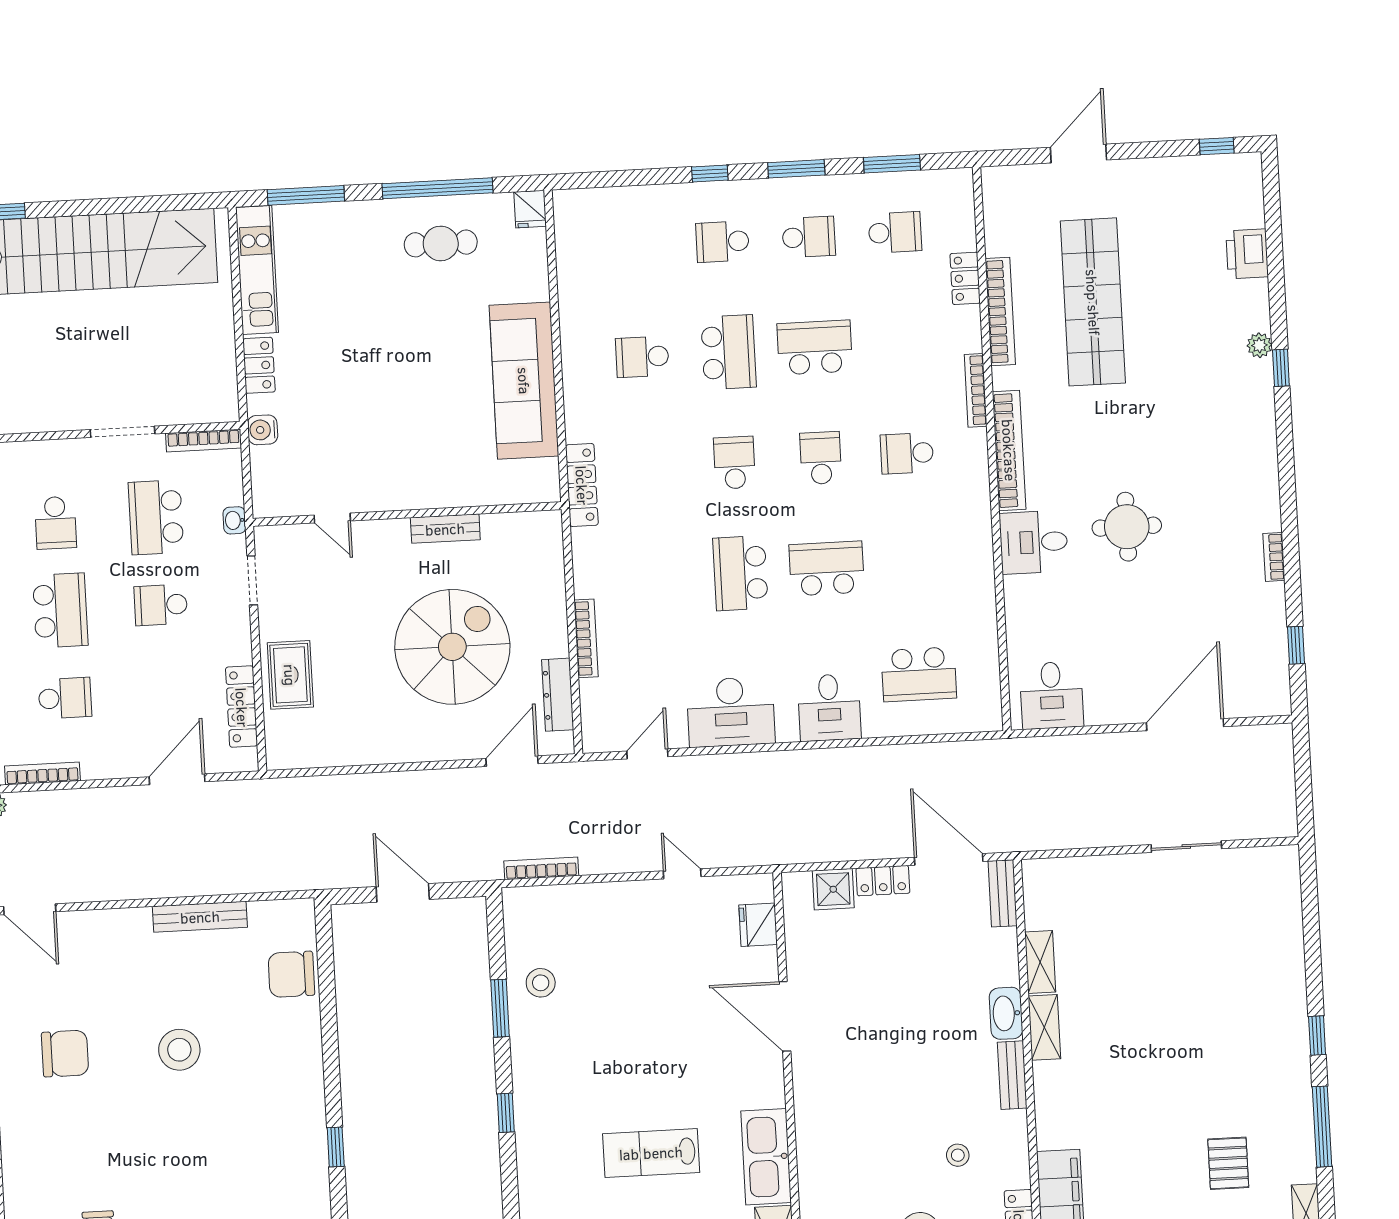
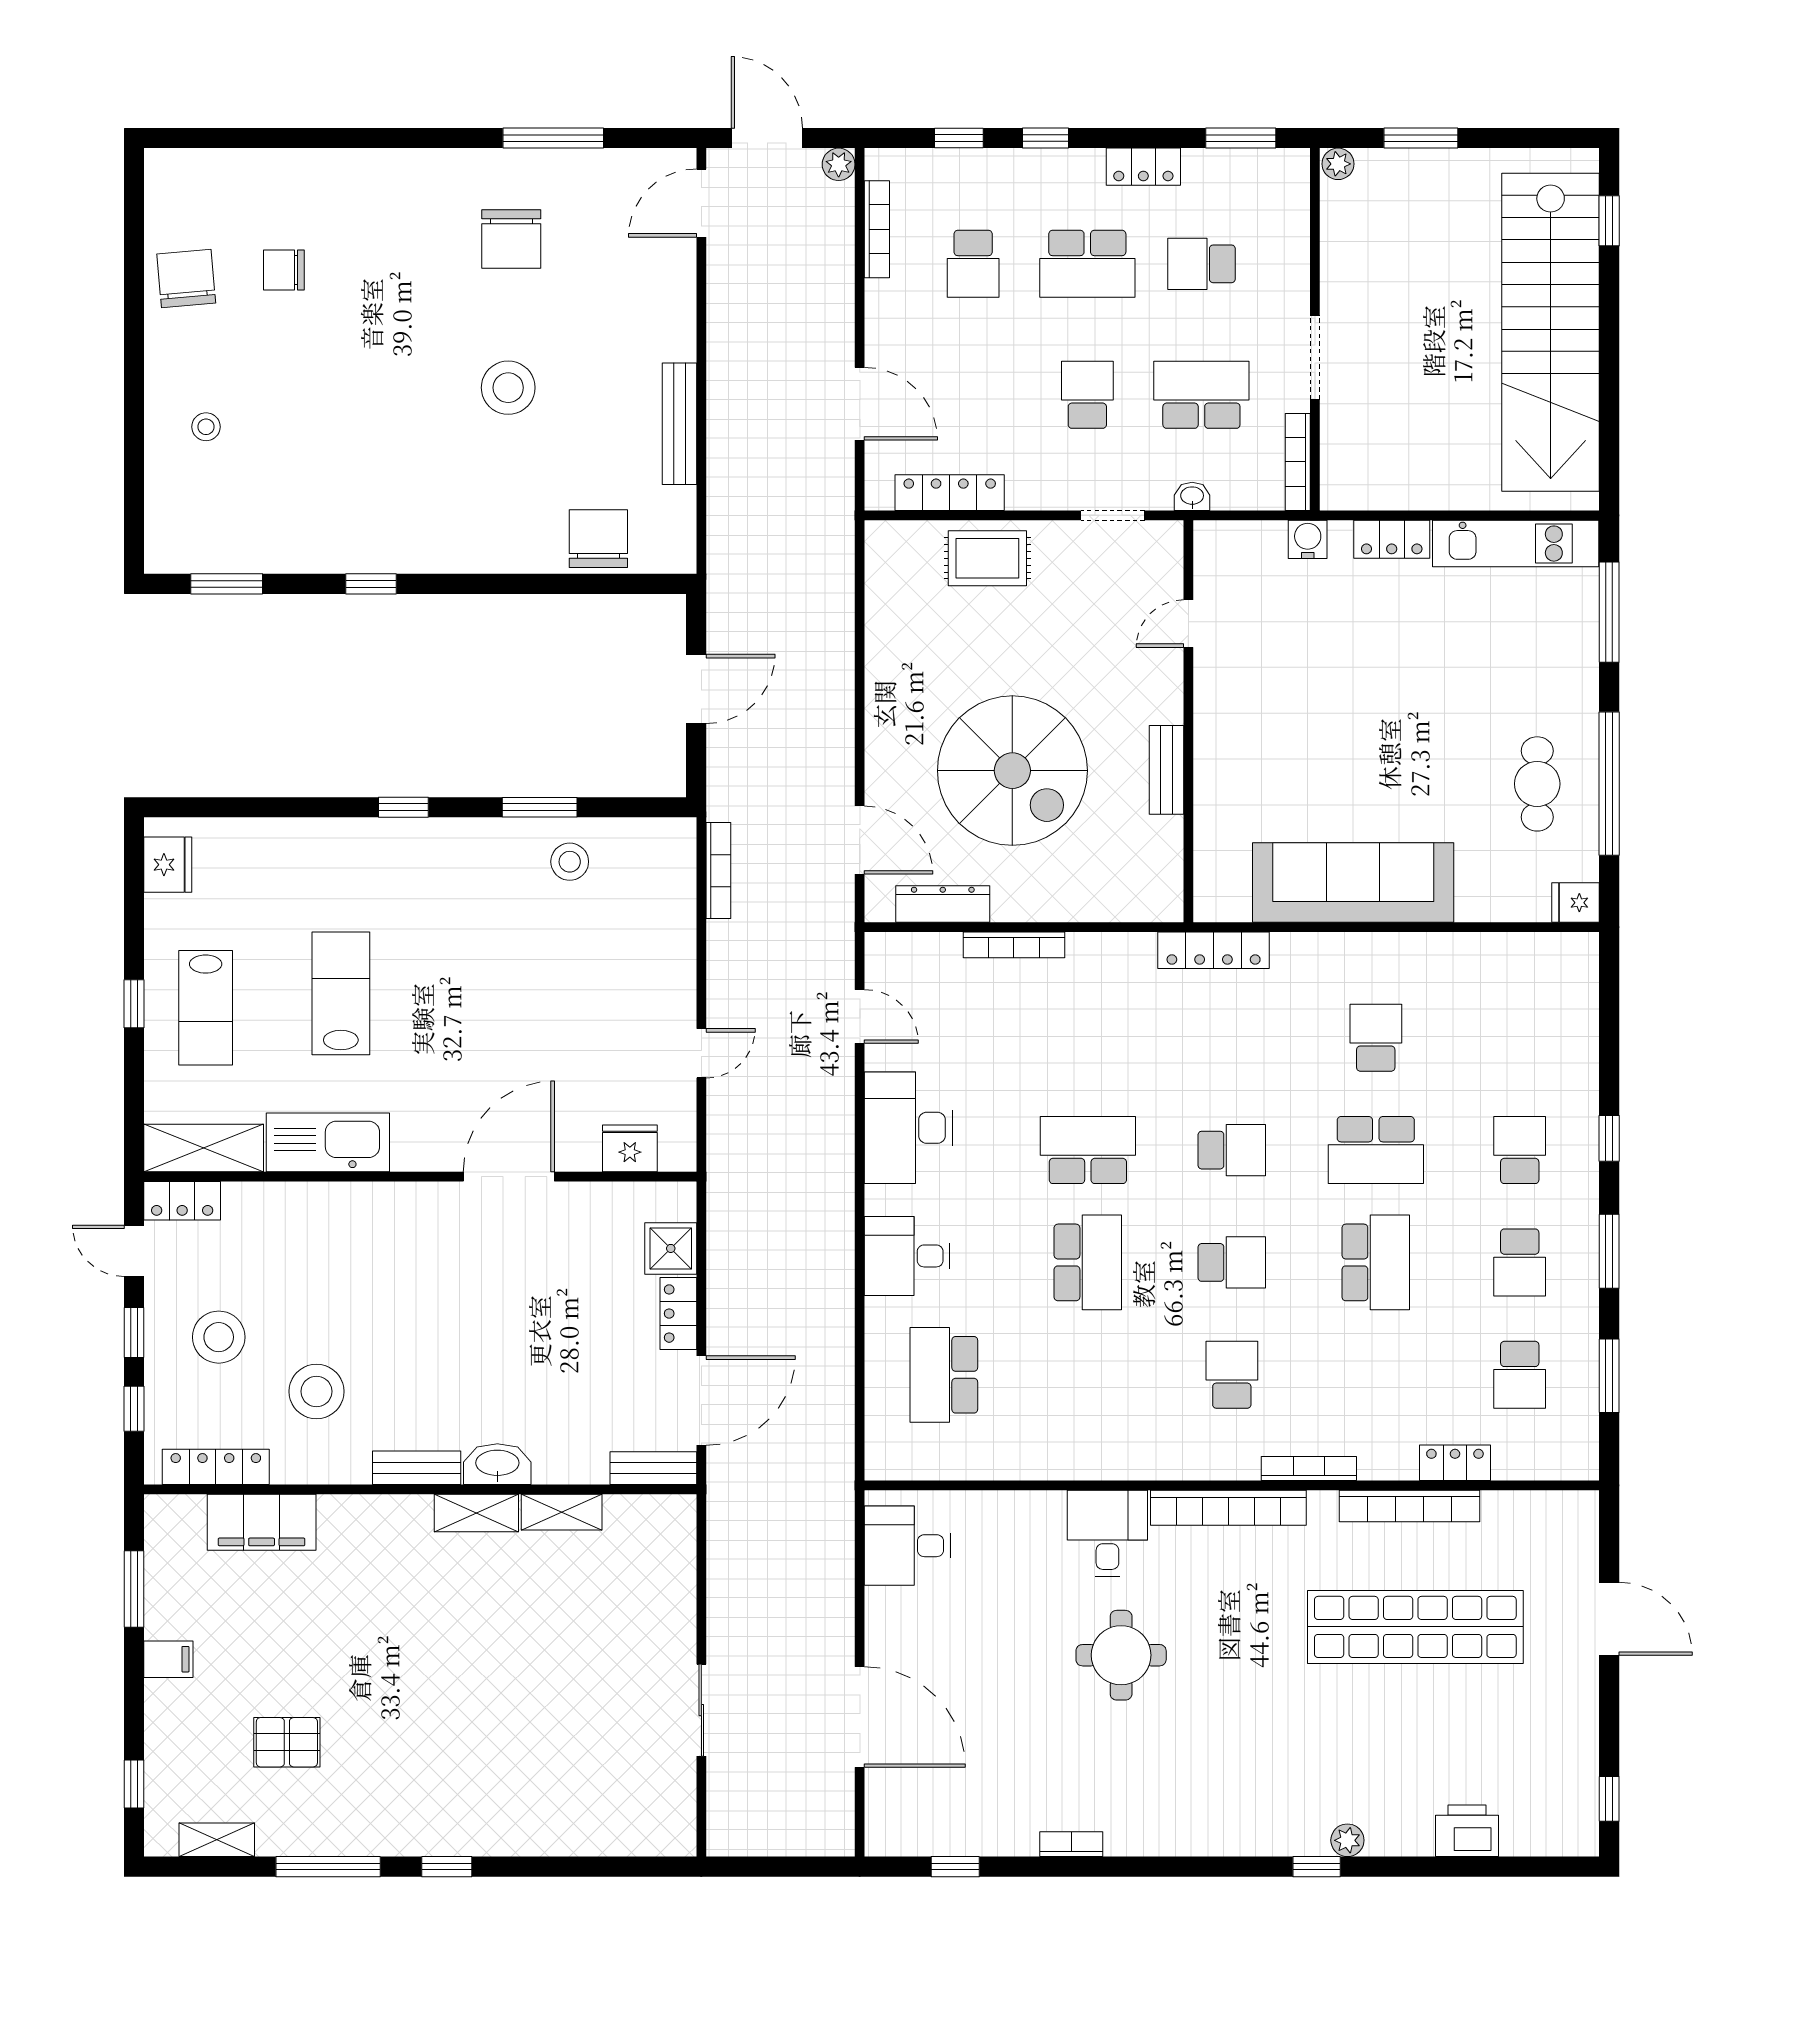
stool: (958, 1155) -> (316, 1391), width x1.89, depth x1.89

